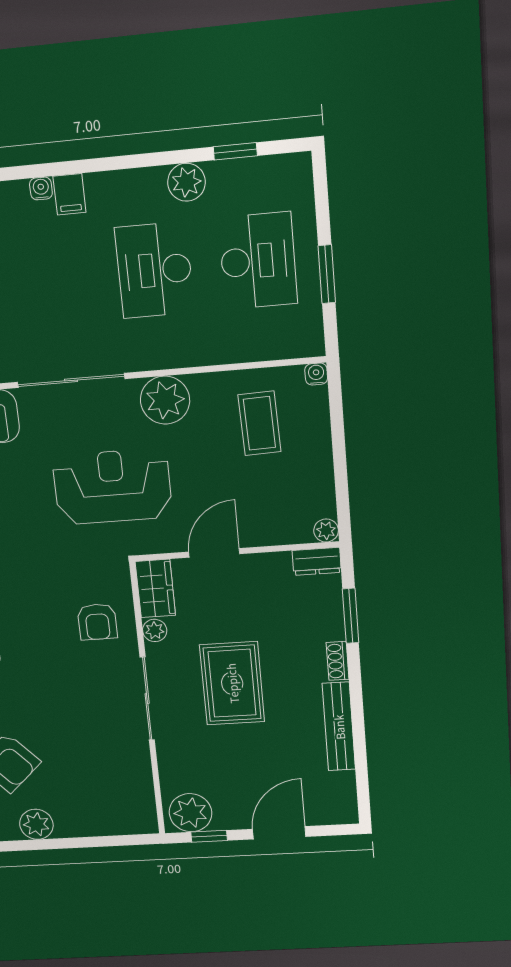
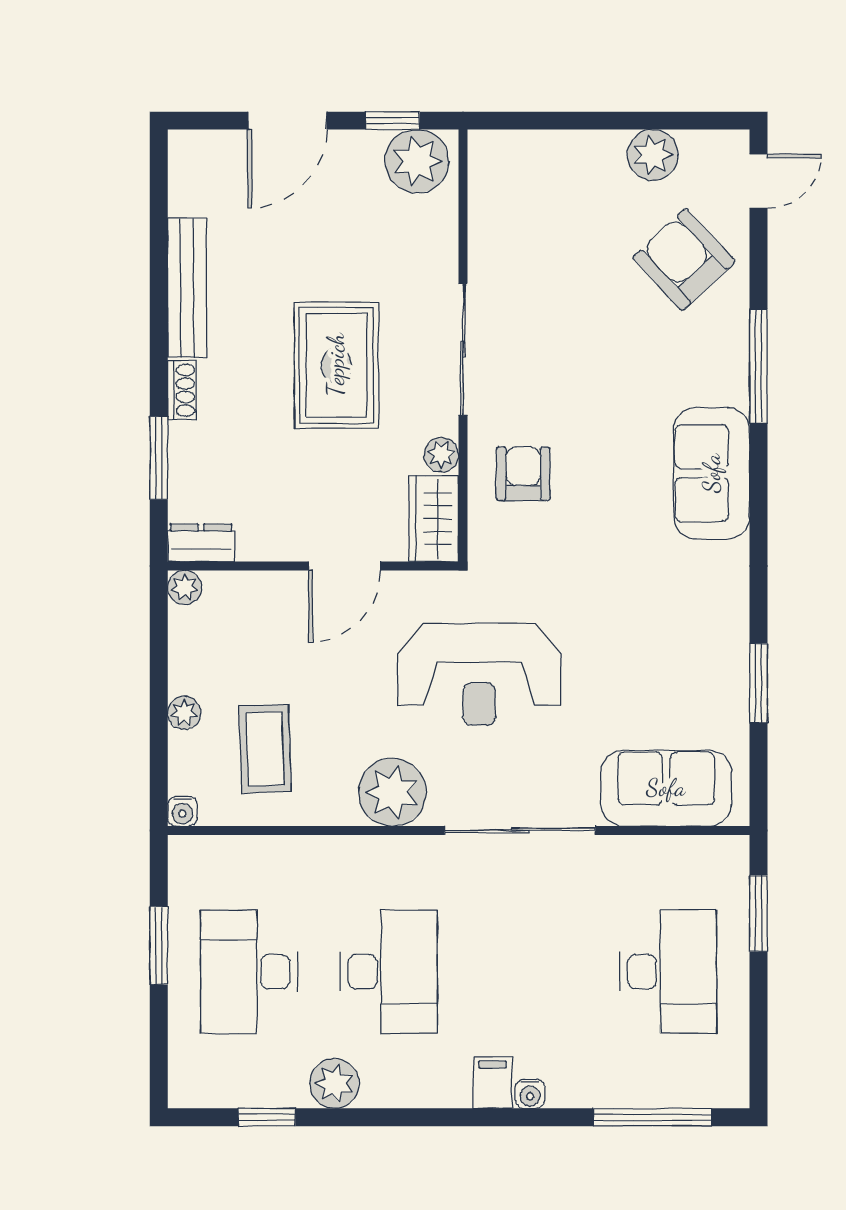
plant: (320, 444) -> (184, 713), added

